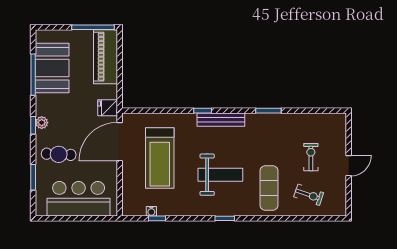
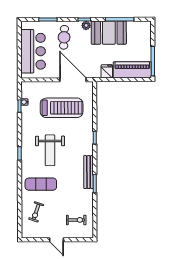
booth: (52, 68) -> (109, 33), moved
fridge: (108, 108) -> (107, 71), moved
bench: (221, 120) -> (89, 172), moved
exercise bike: (311, 157) -> (76, 220), moved
treadmill: (160, 158) -> (62, 108), turned 180

